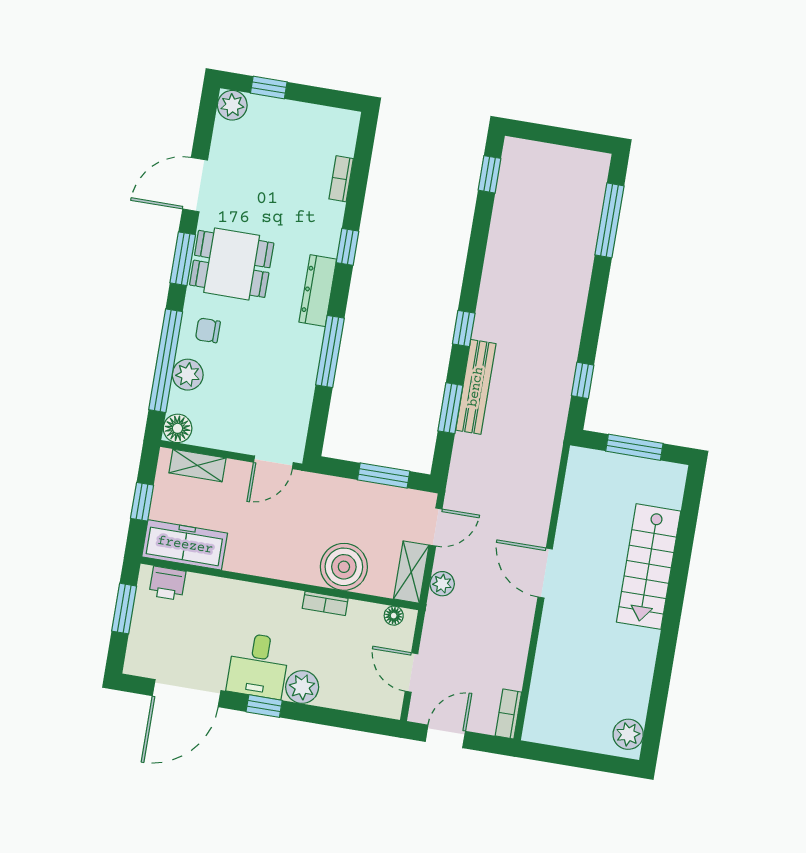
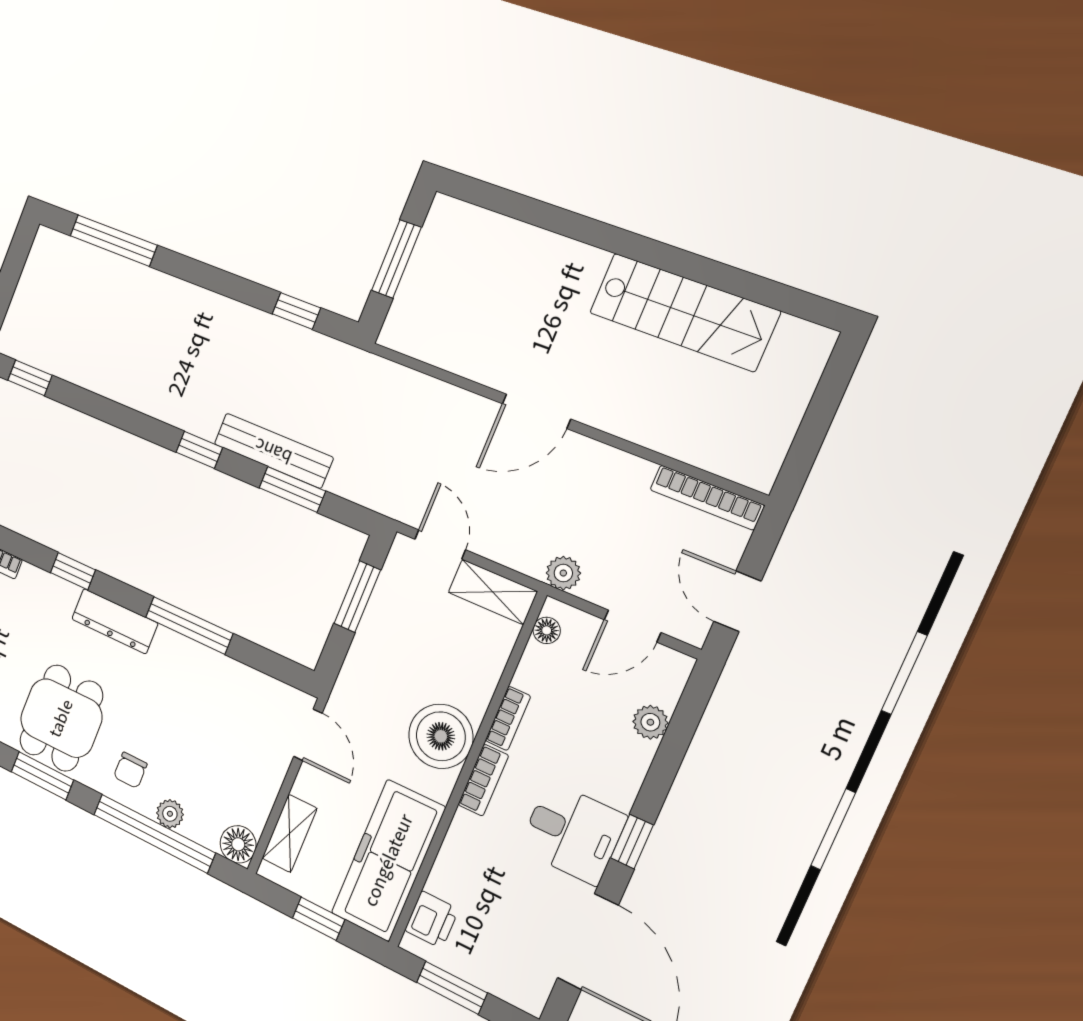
plant: (188, 375) -> (170, 814), width x0.73, depth x0.73
freezer: (185, 545) -> (388, 860), width x1.36, depth x1.26
boiler: (344, 567) -> (441, 736), moved
stairs: (649, 567) -> (684, 312), moved
plant: (442, 584) -> (563, 573), moved
bookcase: (277, 596) -> (483, 780), added
plant: (302, 687) -> (650, 722), moved, width x0.73, depth x0.73
bookcase: (508, 714) -> (707, 497), width x1.56
plant: (628, 734) -> (798, 341), removed

